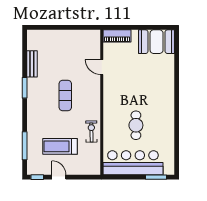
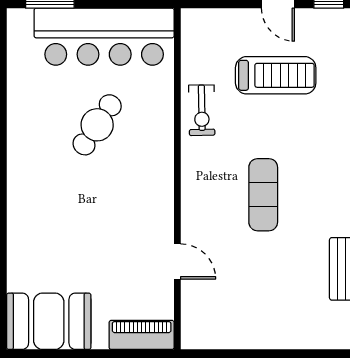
cafe table: (136, 125) -> (97, 125), turned 34

